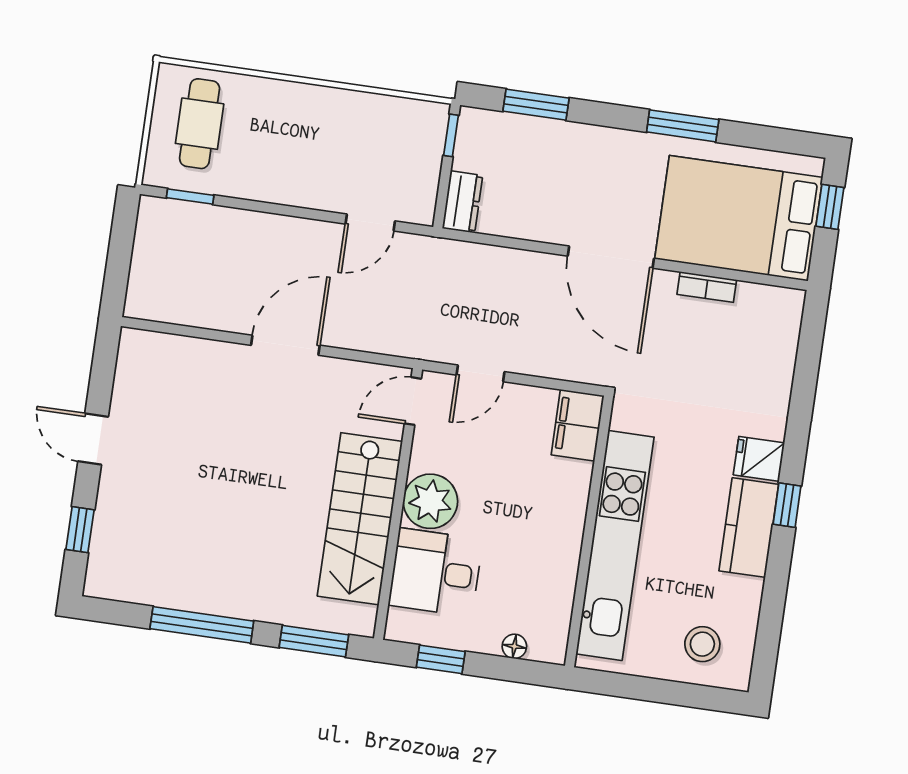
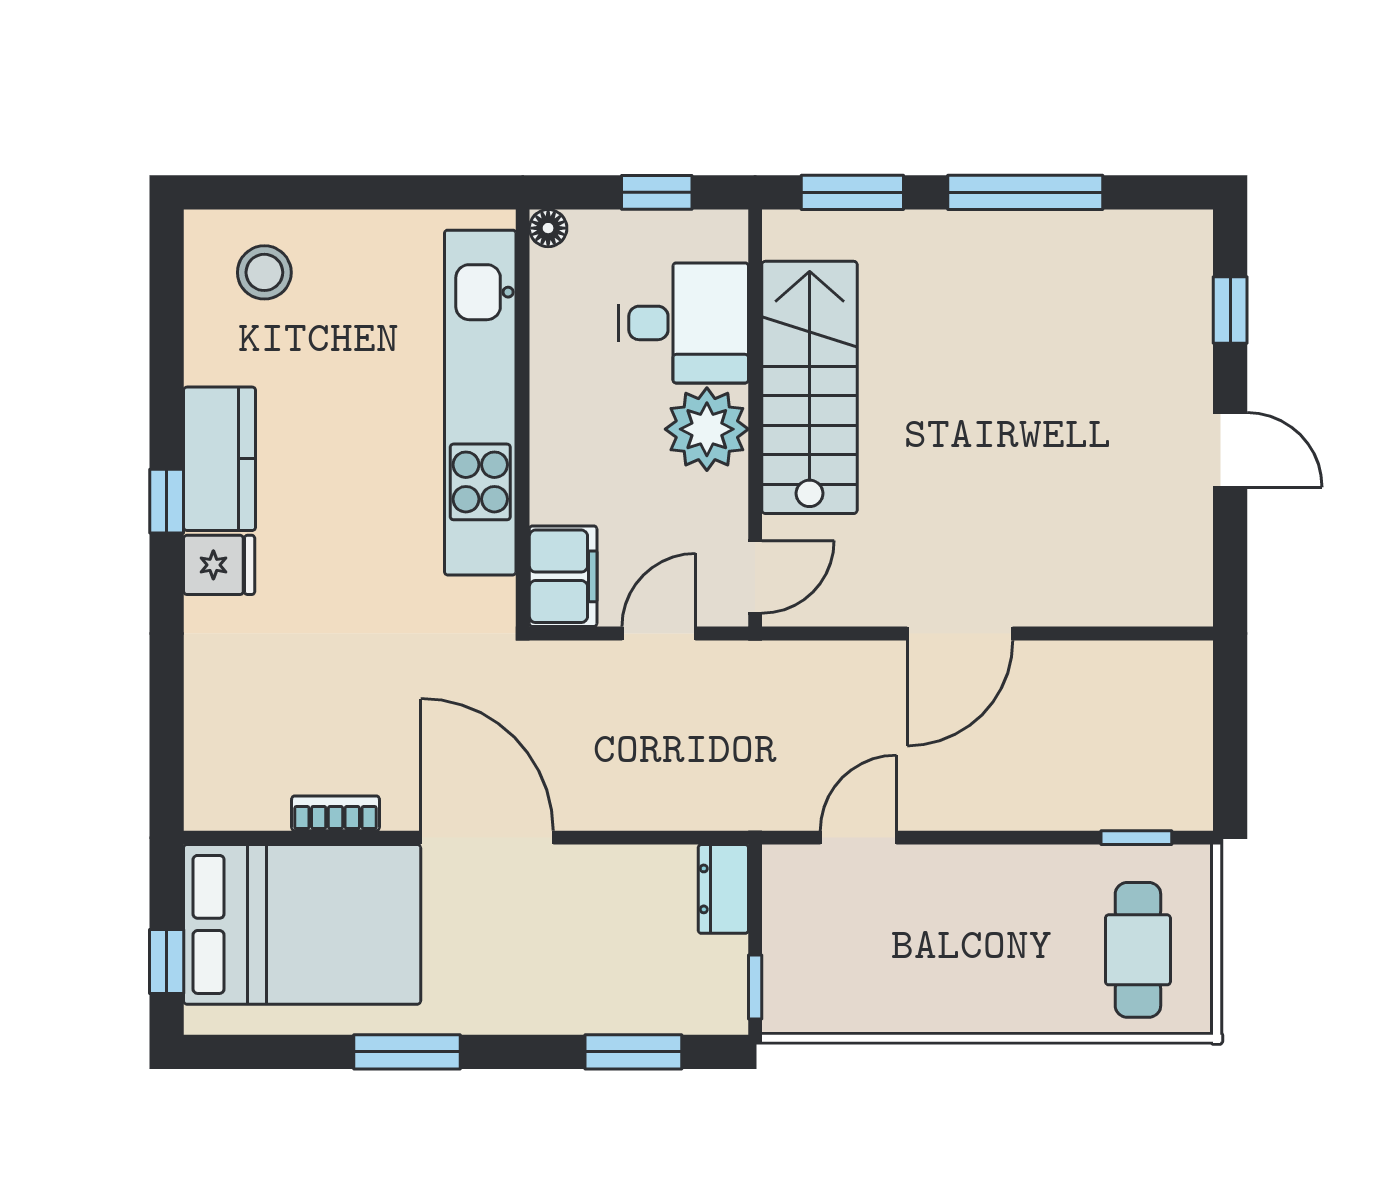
filing cabinet: (578, 425) -> (563, 576), moved
wall: (589, 531) -> (523, 418), moved
kitchen unit: (615, 545) -> (480, 403), moved

